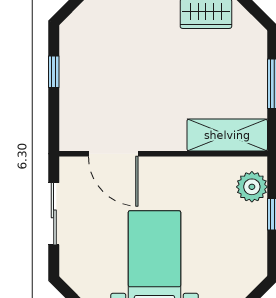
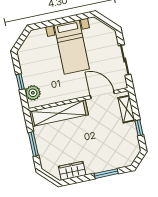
shelving: (71, 114) -> (126, 109), added
shelving: (227, 135) -> (59, 113), width x1.47

